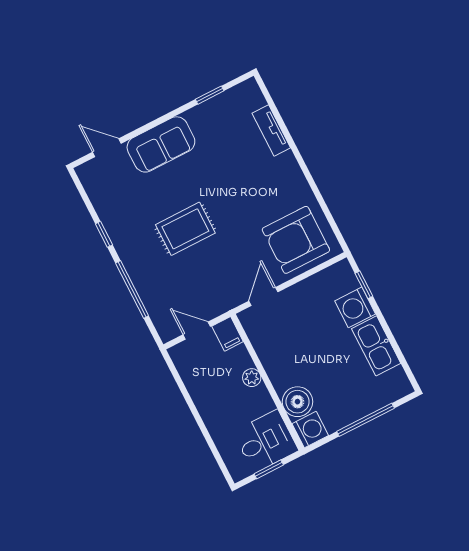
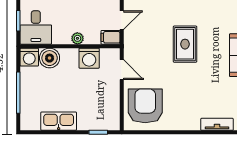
washing machine: (355, 307) -> (89, 58), moved, turned 180

